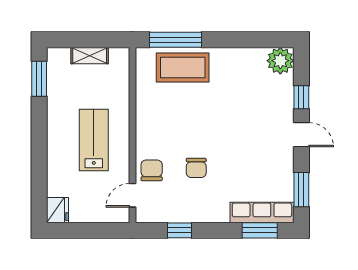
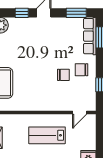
chair: (152, 170) -> (82, 70), moved
door: (132, 195) -> (80, 112), hinge flipped

